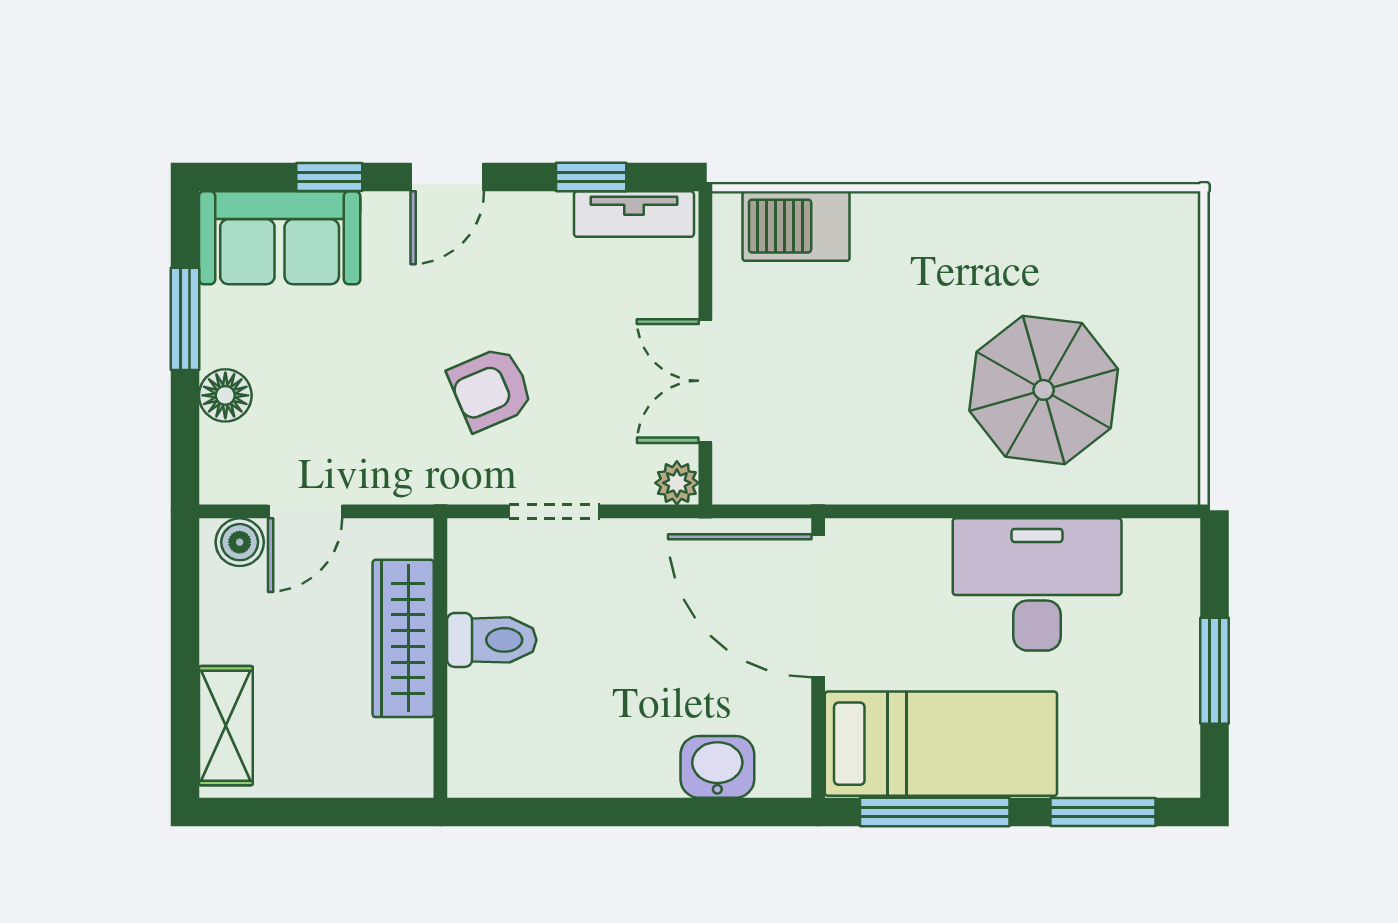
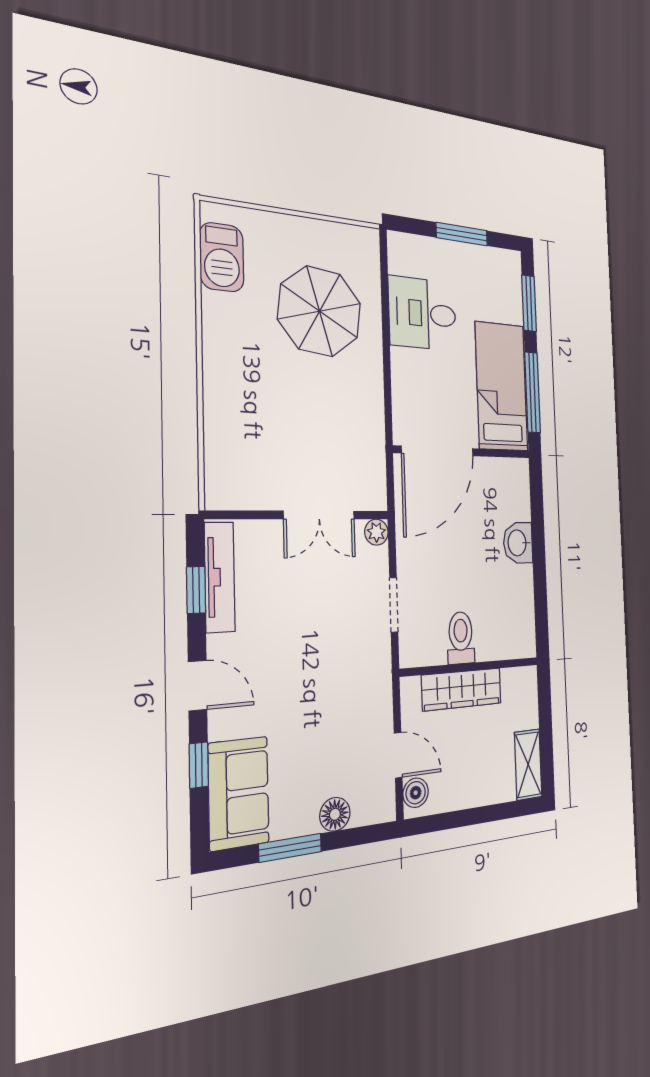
tv unit: (634, 214) -> (220, 577), width x1.41
barbecue: (796, 226) -> (222, 257), moved
armchair: (491, 389) -> (327, 648), removed
desk: (1037, 584) -> (423, 313), width x0.73
shelving: (226, 726) -> (528, 764), moved, turned 90
washbasin: (717, 767) -> (518, 543), moved

